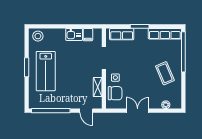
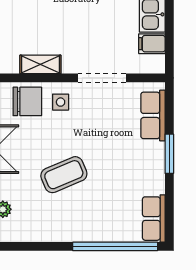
row of seats: (165, 34) -> (154, 219), width x0.68
coffee table: (165, 73) -> (64, 175), moved
chair: (115, 93) -> (27, 101), turned -90

